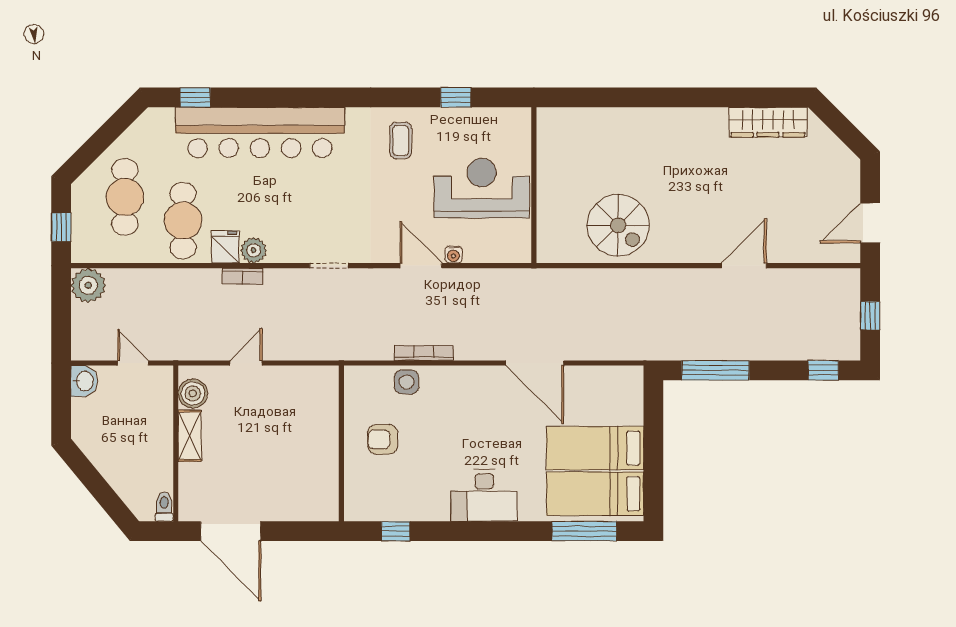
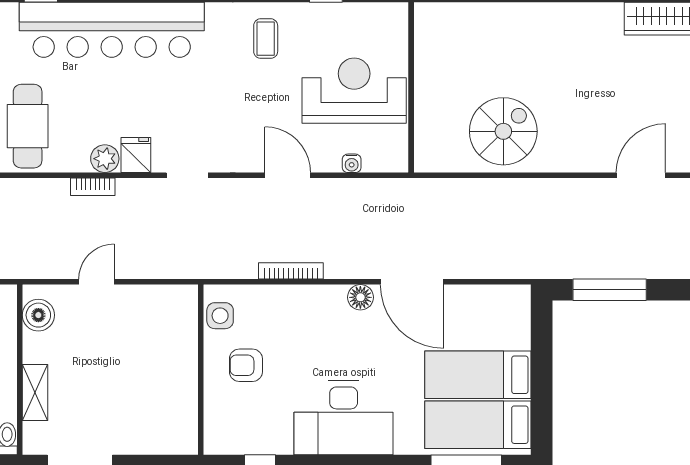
spiral stairs: (618, 225) -> (503, 131), turned -90
fridge: (225, 247) -> (136, 155), moved
water cooler: (454, 255) -> (352, 163), moved
floor lamp: (487, 377) -> (360, 297), added
side table: (407, 382) -> (220, 316), moved
shelving: (190, 436) -> (35, 392), moved
desk: (484, 495) -> (344, 418), width x1.36, depth x1.30

